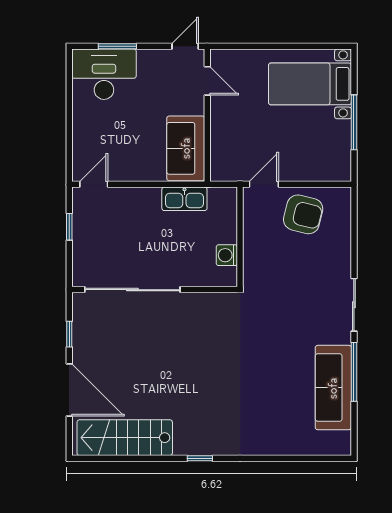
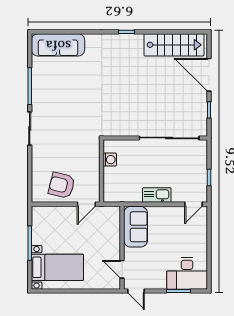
door: (185, 46) -> (136, 291), hinge flipped
kitchen sink: (184, 199) -> (157, 195), moved
sofa: (333, 388) -> (58, 45), moved, turned 90

